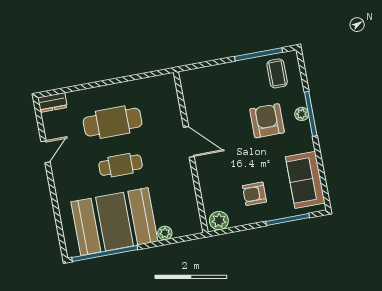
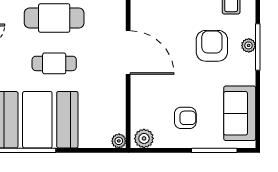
door: (189, 142) -> (128, 53), width x1.36
armchair: (254, 194) -> (185, 118), turned 180
plant: (165, 233) -> (119, 141), moved

